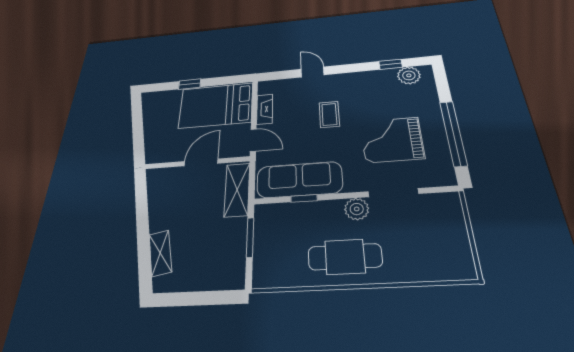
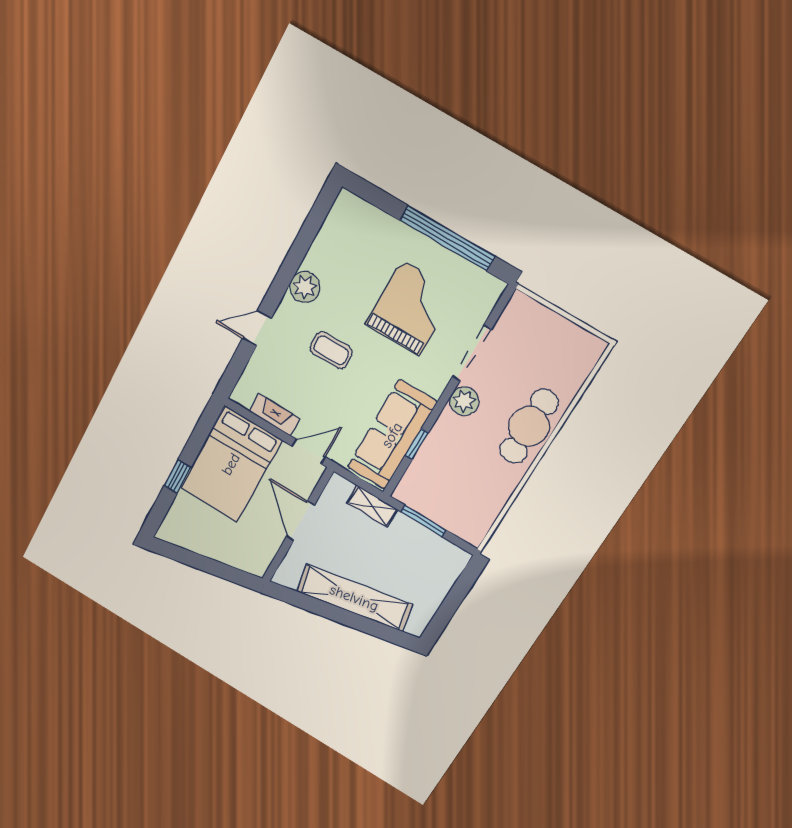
window: (391, 64) -> (308, 232), removed
plant: (409, 75) -> (305, 287), moved
grand piano: (392, 140) -> (411, 308), turned 180
shelving: (237, 190) -> (372, 506), width x0.67, depth x0.75
shelving: (160, 253) -> (354, 598), width x2.20, depth x1.33
cafe table: (345, 257) -> (529, 426), moved

